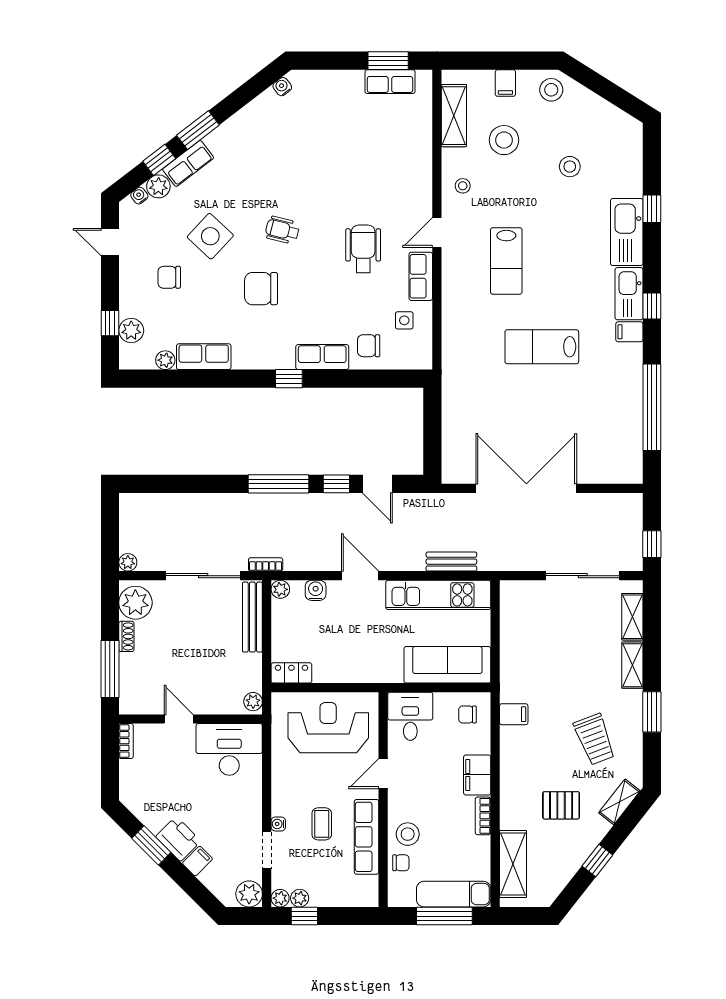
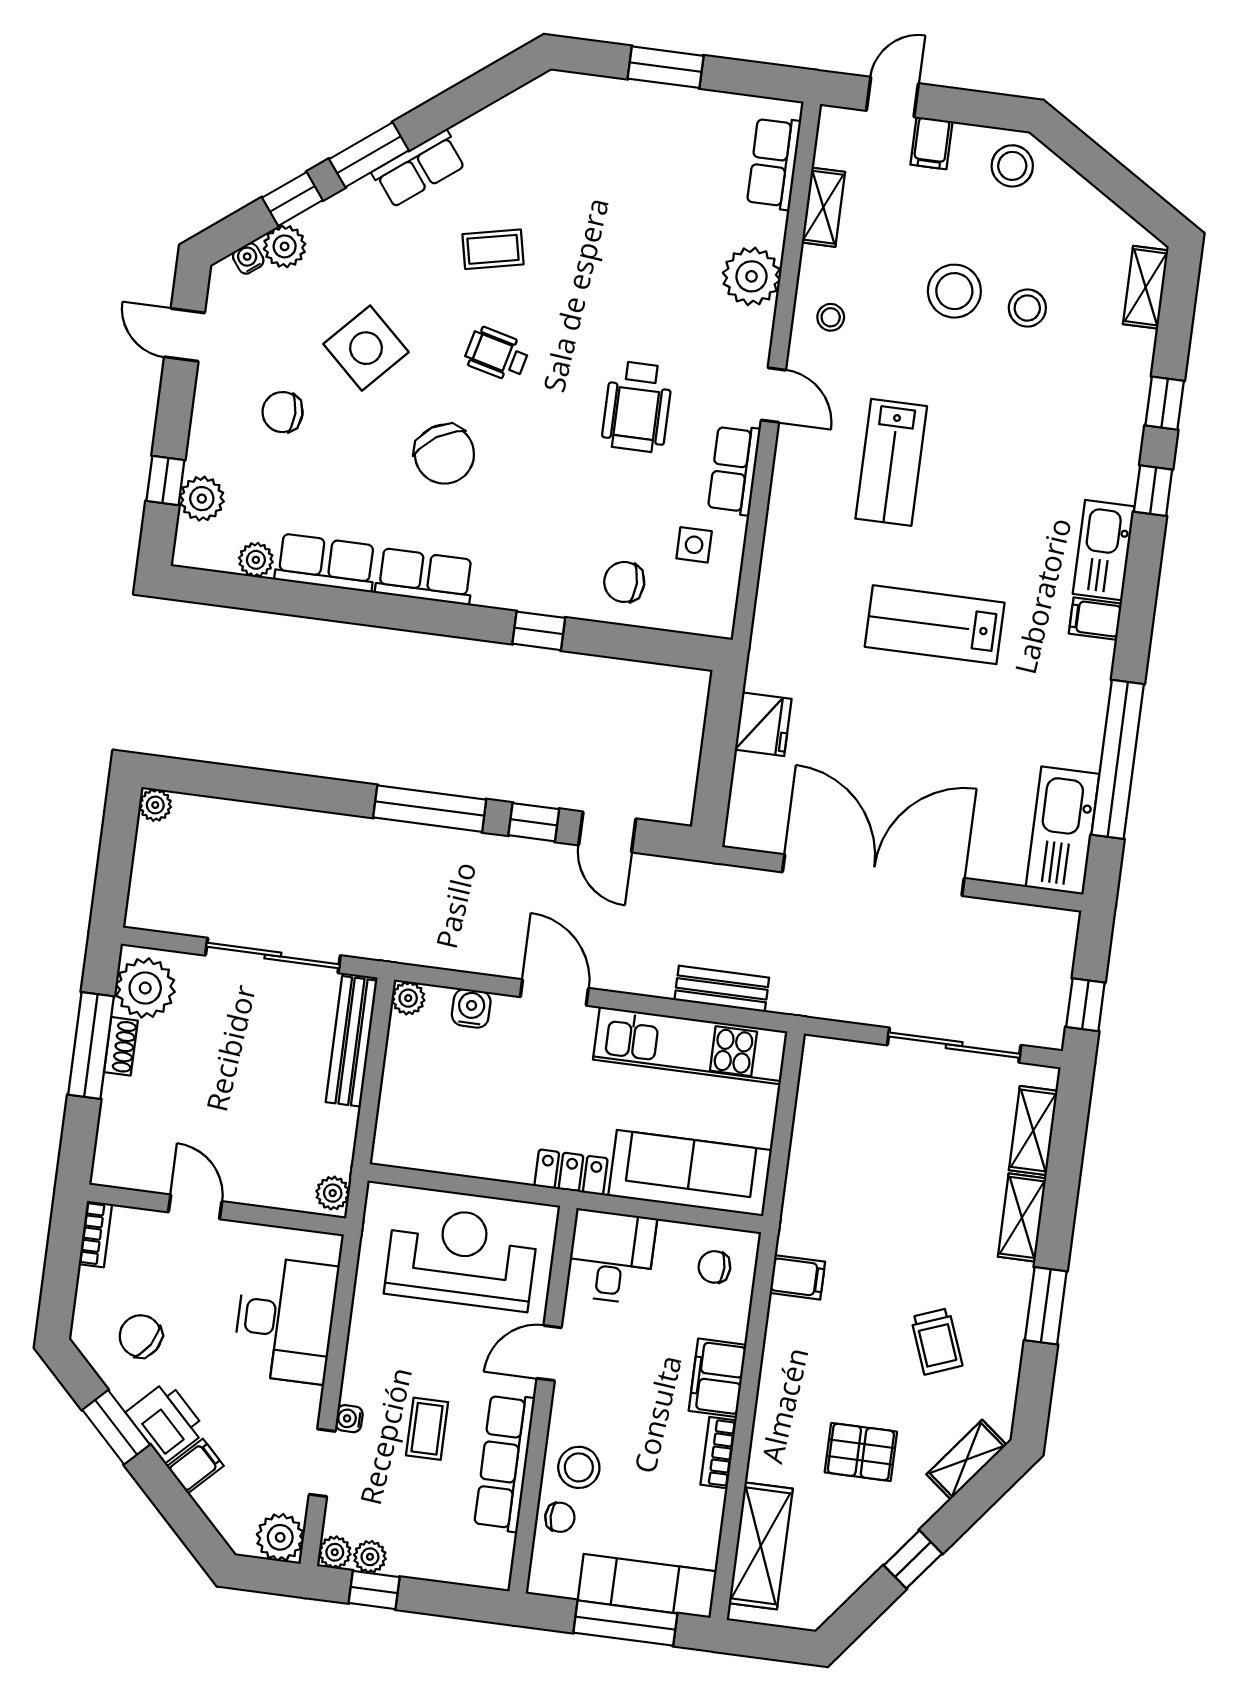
window: (388, 61) -> (666, 67), moved
door: (481, 61) -> (892, 97), added
row of seats: (390, 82) -> (774, 163), moved, turned 90
water cooler: (282, 87) -> (530, 97), removed
shelving: (454, 116) -> (823, 207), width x0.67, depth x0.75
stool: (504, 140) -> (954, 291), moved
shelving: (633, 147) -> (1146, 287), added
row of seats: (188, 163) -> (419, 169), moved
plant: (416, 169) -> (752, 276), added
coffee table: (273, 173) -> (493, 249), added
kitchen sink: (627, 232) -> (1063, 830), moved
door: (437, 233) -> (773, 395), swing flipped
wheelchair: (363, 249) -> (637, 407), turned 180
chair: (261, 289) -> (444, 454), turned -123
window: (652, 306) -> (1153, 491), moved
row of seats: (322, 357) -> (425, 576), moved
window: (289, 379) -> (539, 631), moved
fridge: (455, 414) -> (763, 724), added
plant: (128, 562) -> (155, 805), moved
bookcase: (266, 564) -> (388, 950), removed
window: (110, 669) -> (91, 1046), moved
locker: (291, 673) -> (571, 1172), moved
trolley: (595, 739) -> (937, 1341), width x0.73, depth x0.72
desk: (229, 749) -> (285, 1320), moved, turned 90
chair: (158, 794) -> (141, 1336), added

